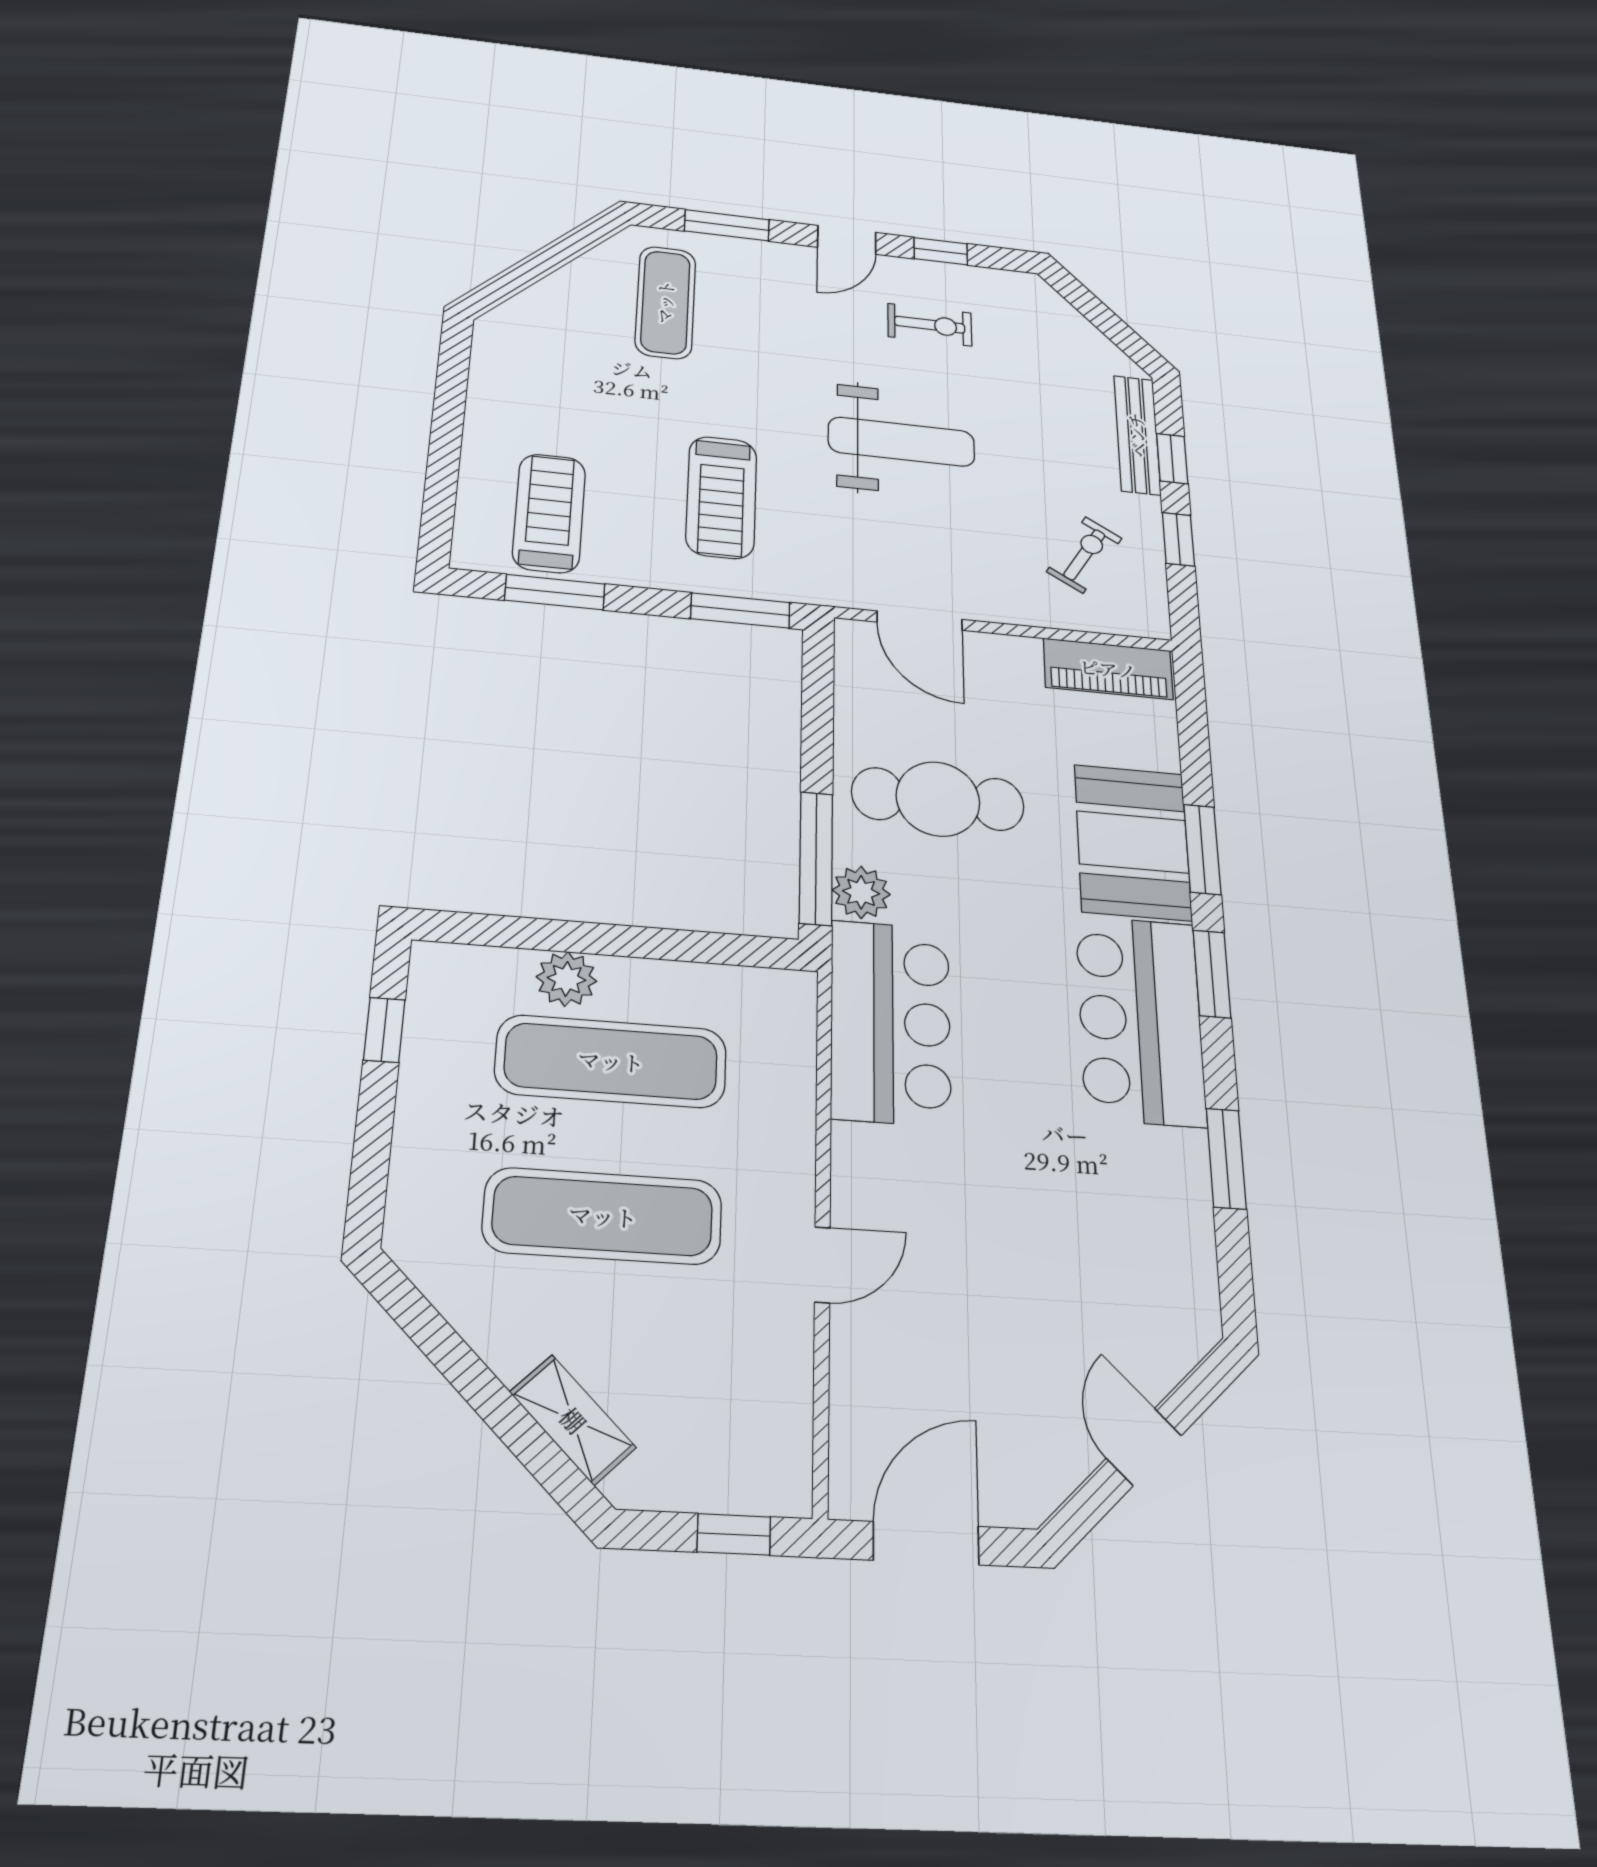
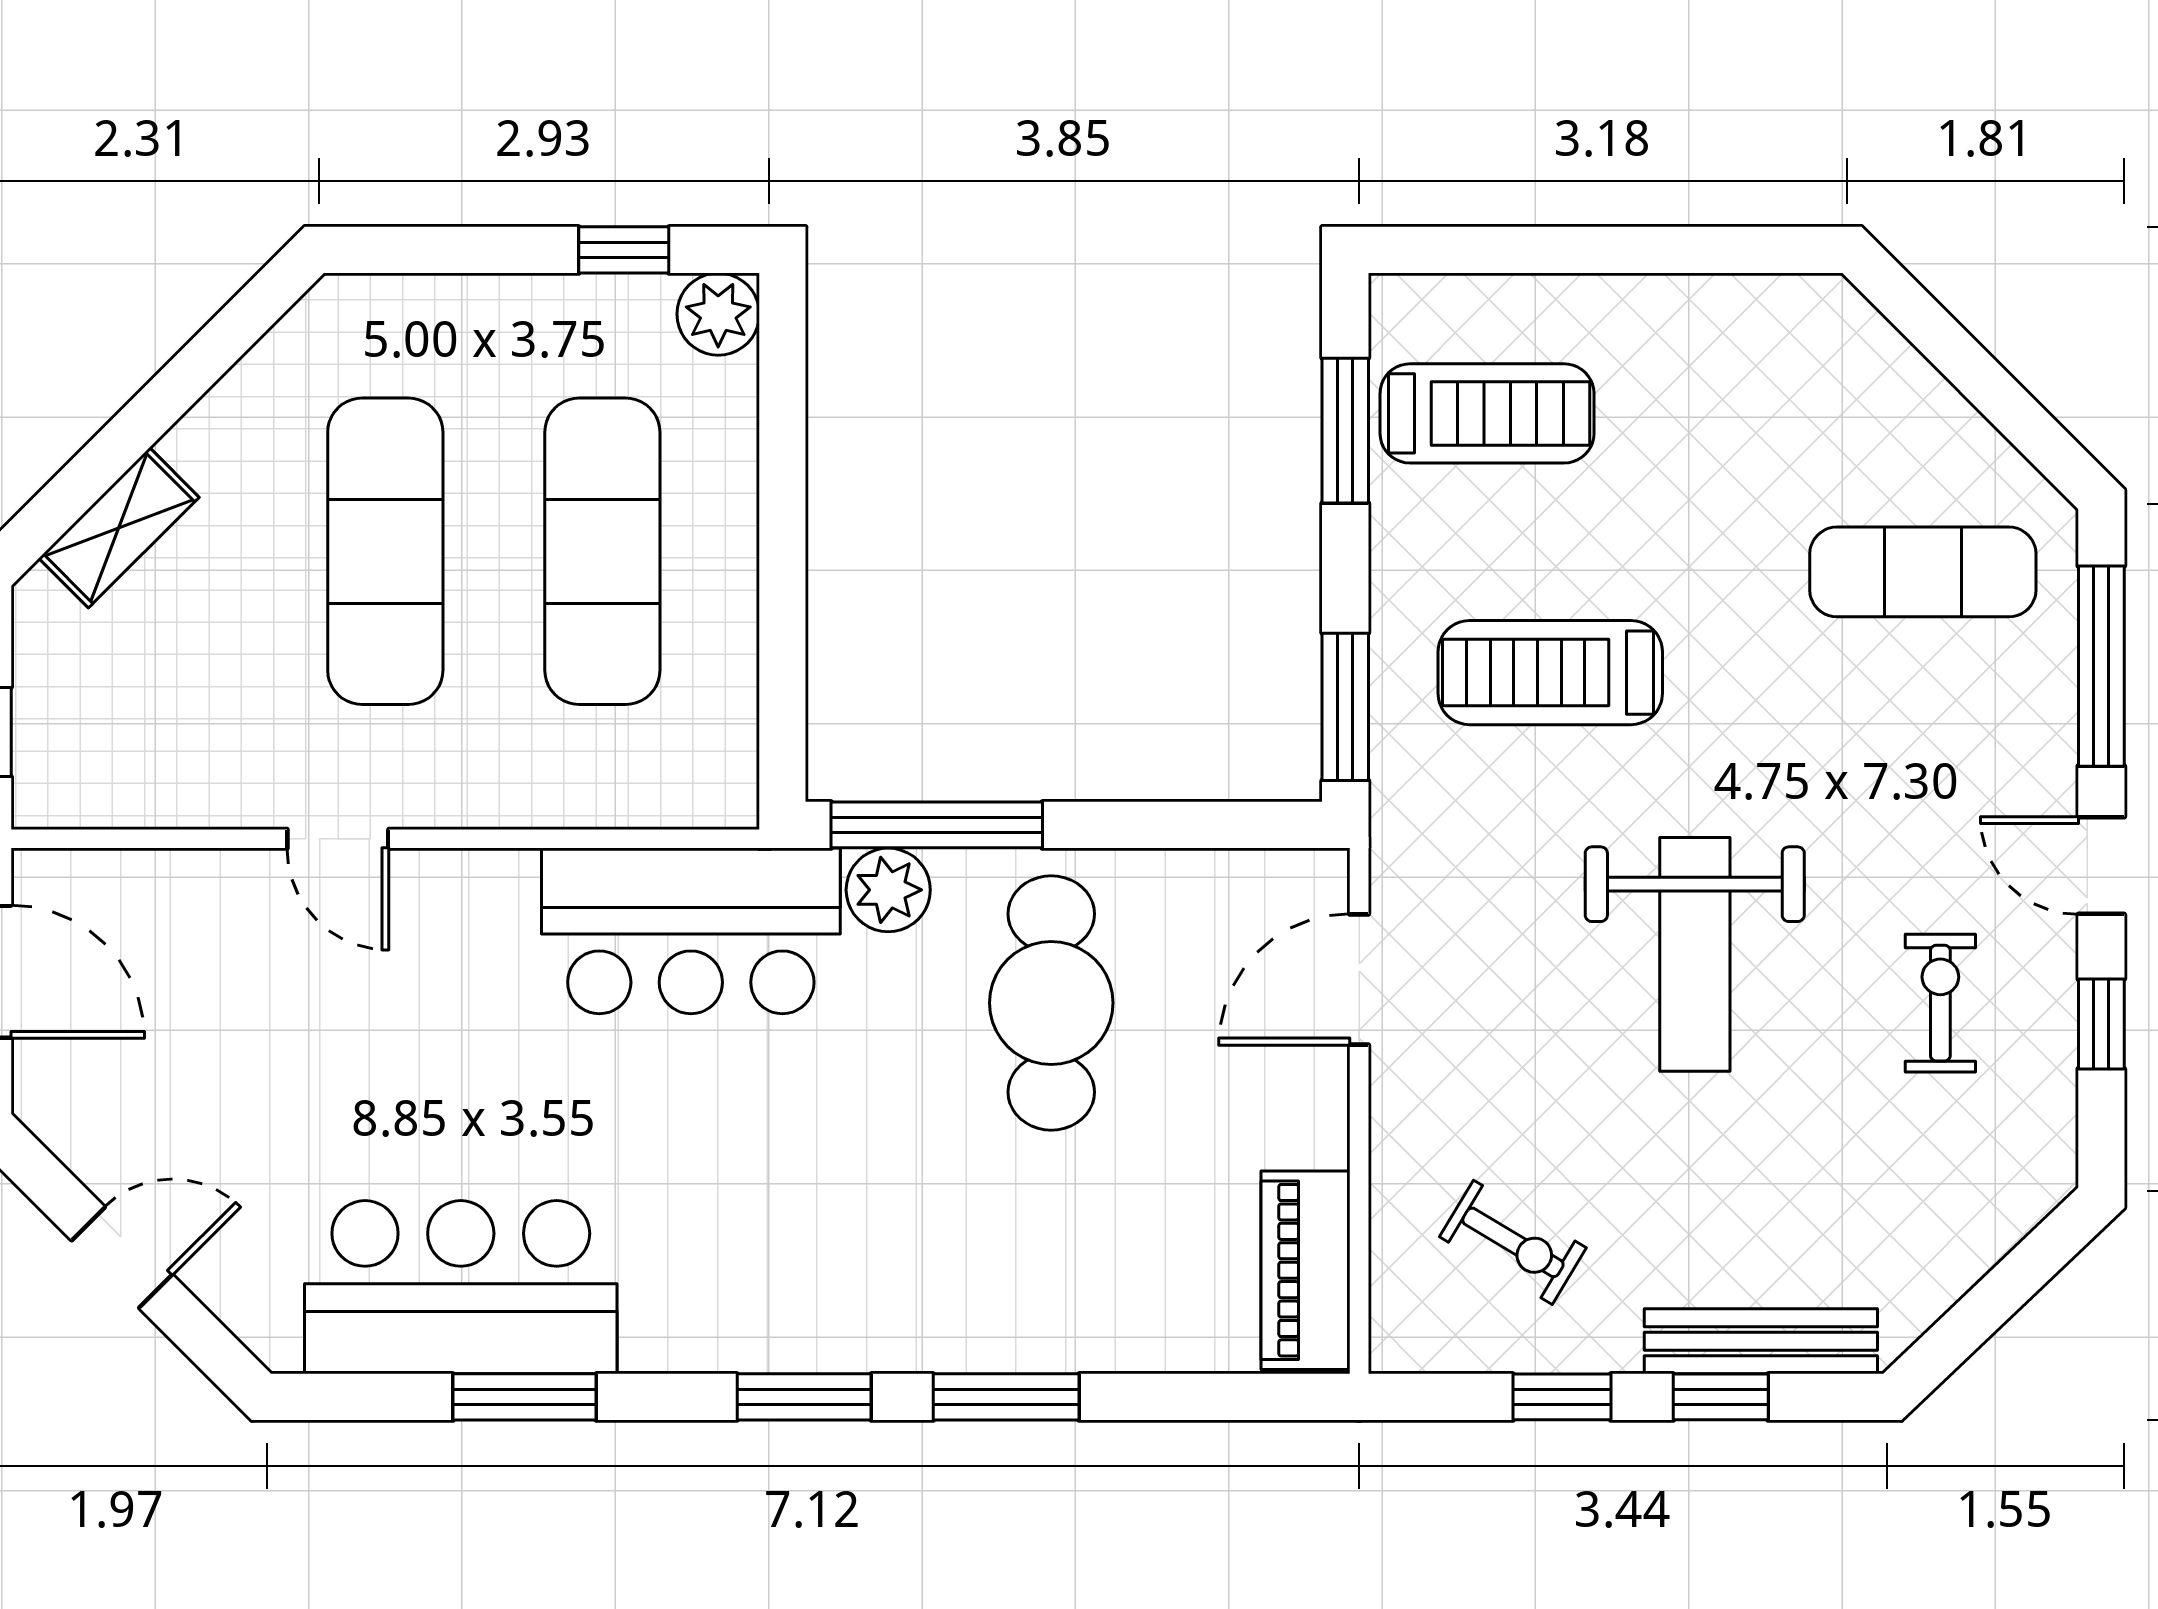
window: (727, 225) -> (2101, 666), width x1.44
exercise bike: (930, 325) -> (1940, 1003), turned 180
booth: (1133, 842) -> (1008, 1292), removed
plant: (566, 979) -> (718, 314), moved
bar counter: (1140, 1020) -> (461, 1287), moved

